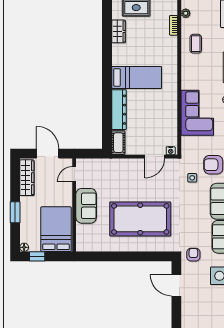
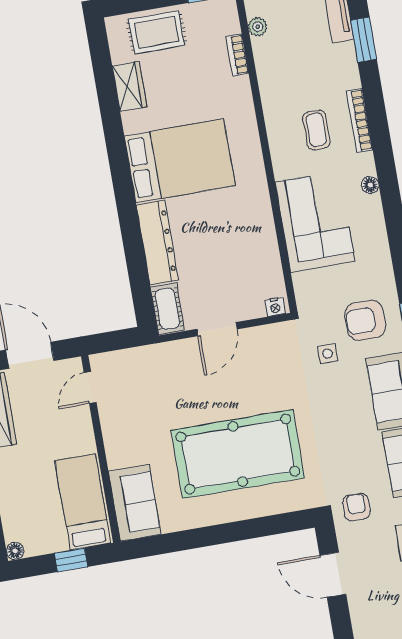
coffee table: (196, 44) -> (316, 130), moved
bed: (137, 77) -> (180, 161), width x1.50
door: (155, 157) -> (217, 329), moved
sofa: (86, 206) -> (135, 503), moved
bed: (56, 229) -> (83, 502), width x0.67
window: (37, 256) -> (71, 560), moved

